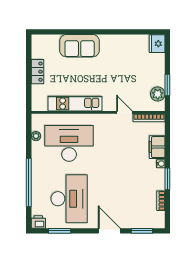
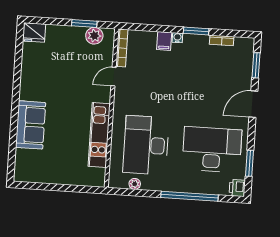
locker: (37, 72) -> (58, 177), removed
filing cabinet: (157, 147) -> (164, 41), width x0.50

